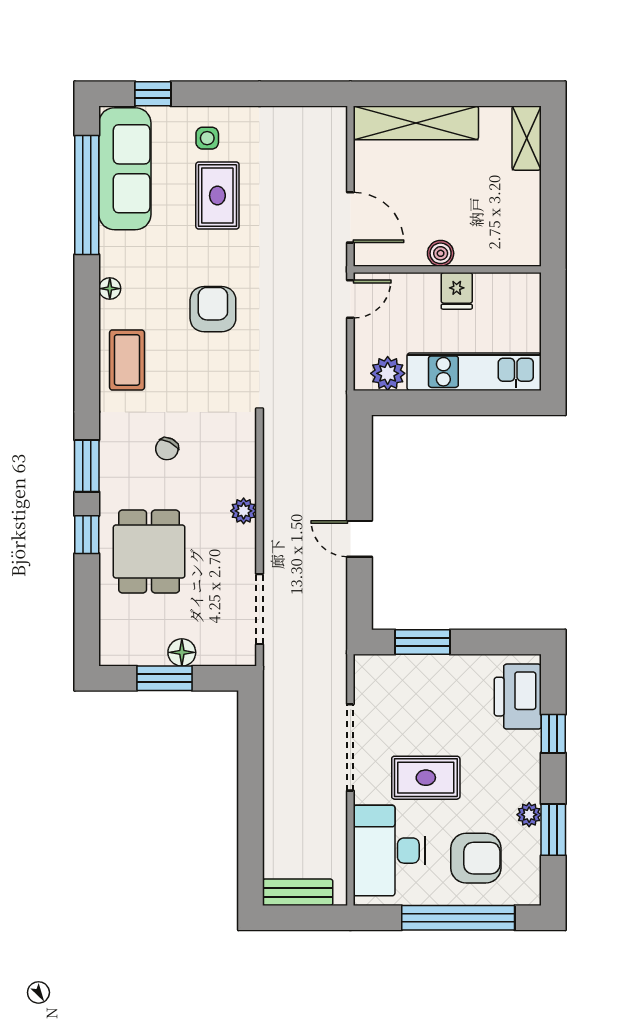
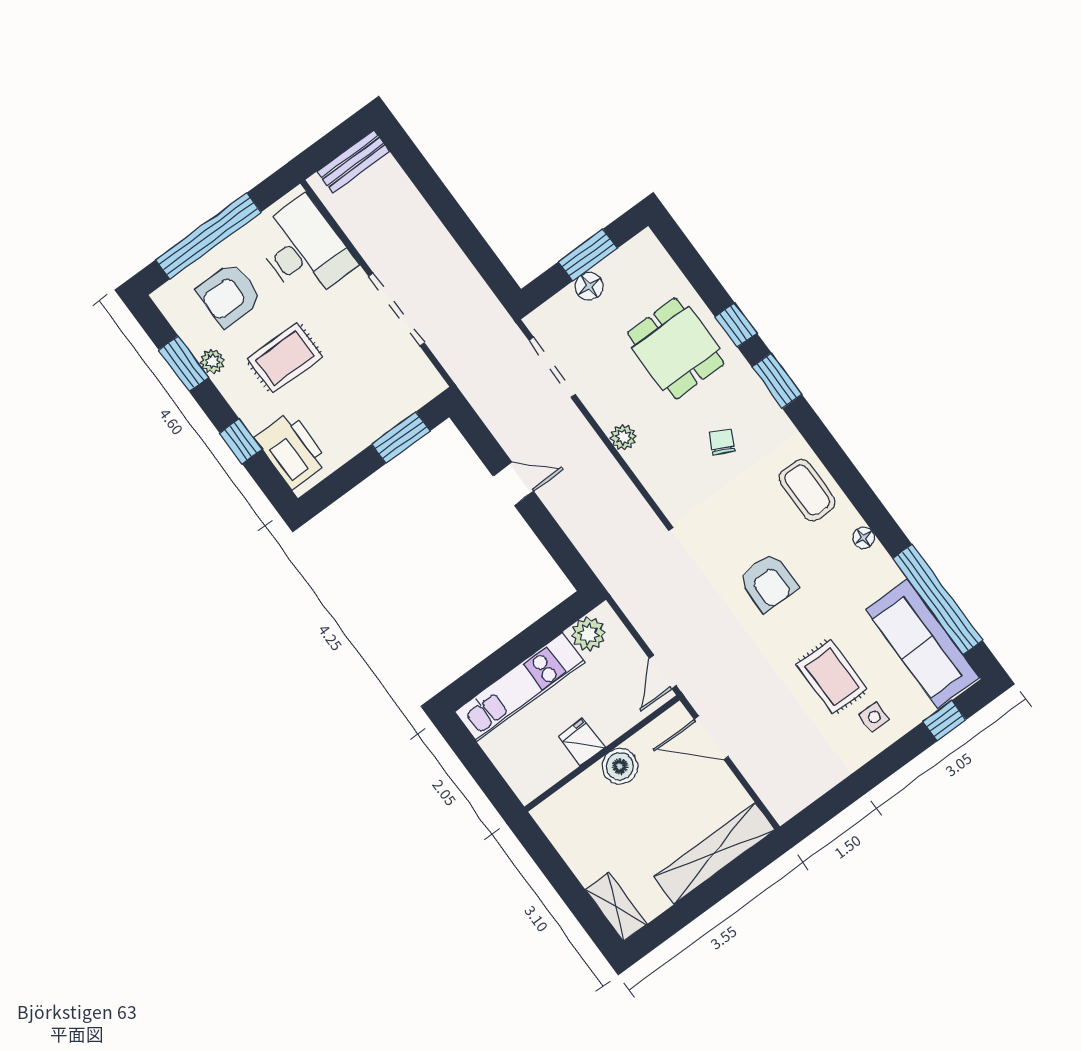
boiler: (441, 253) -> (620, 766), width x1.36, depth x1.36
rug: (426, 778) -> (285, 358), moved

